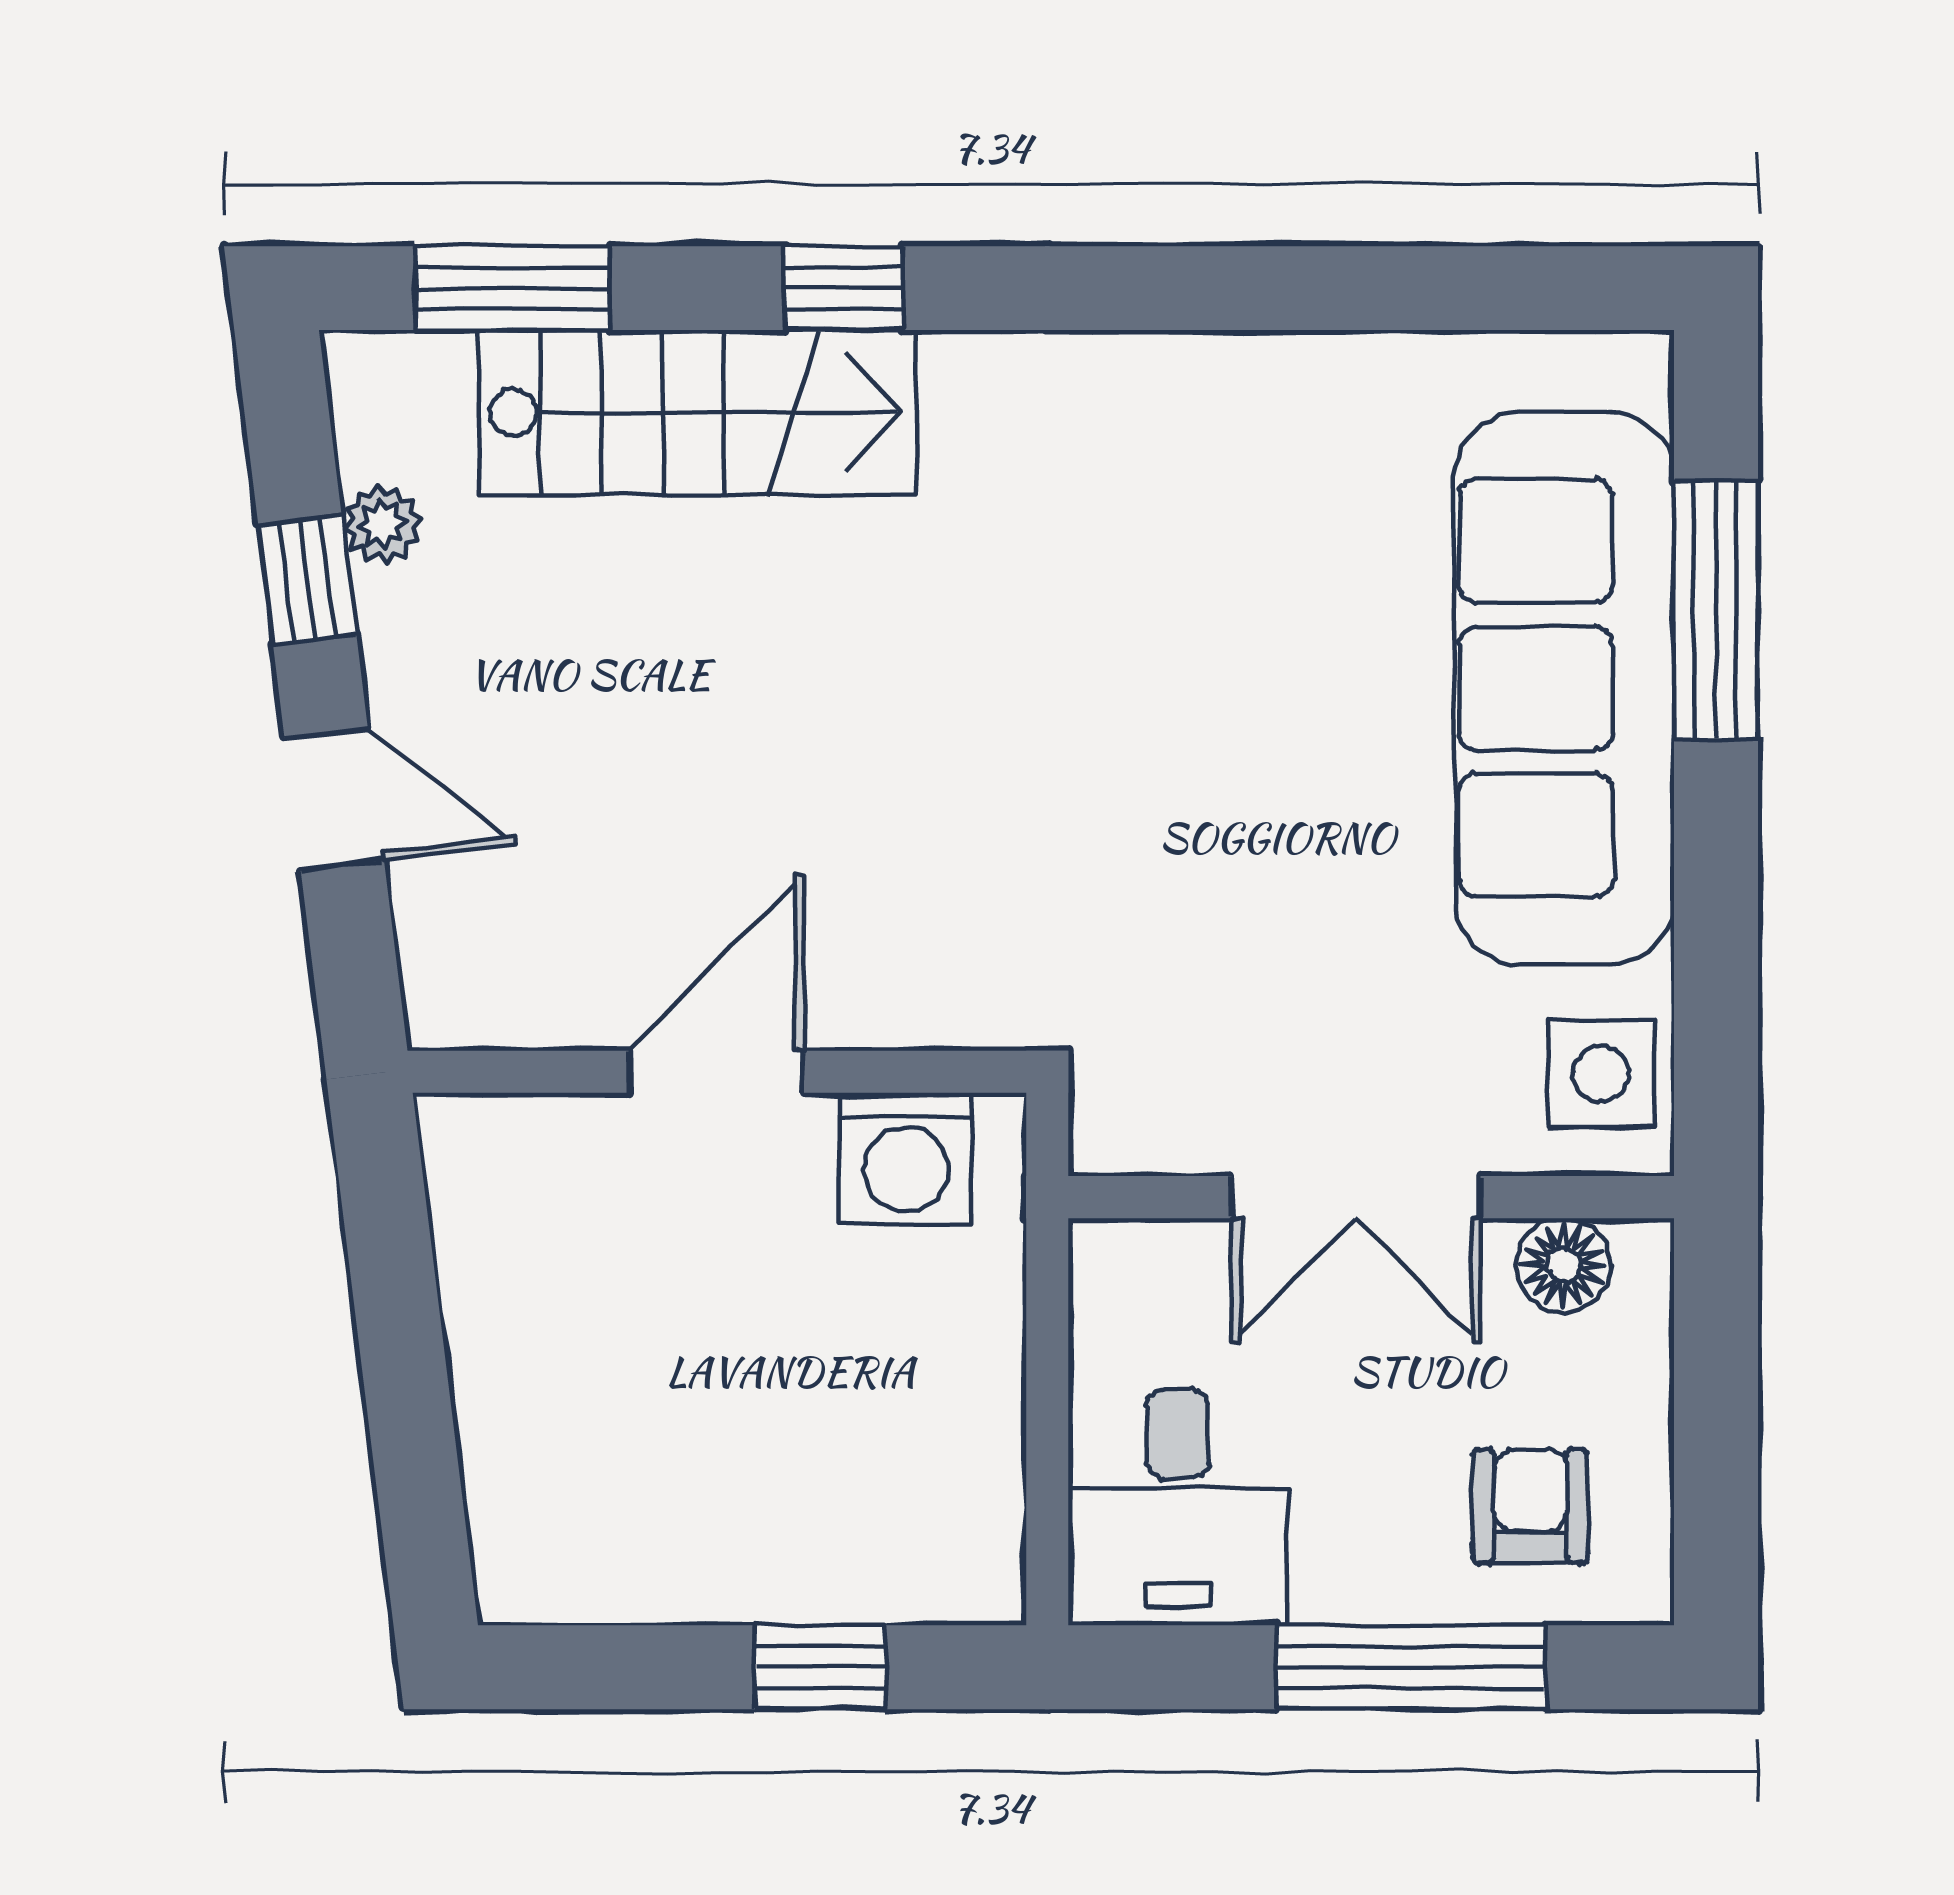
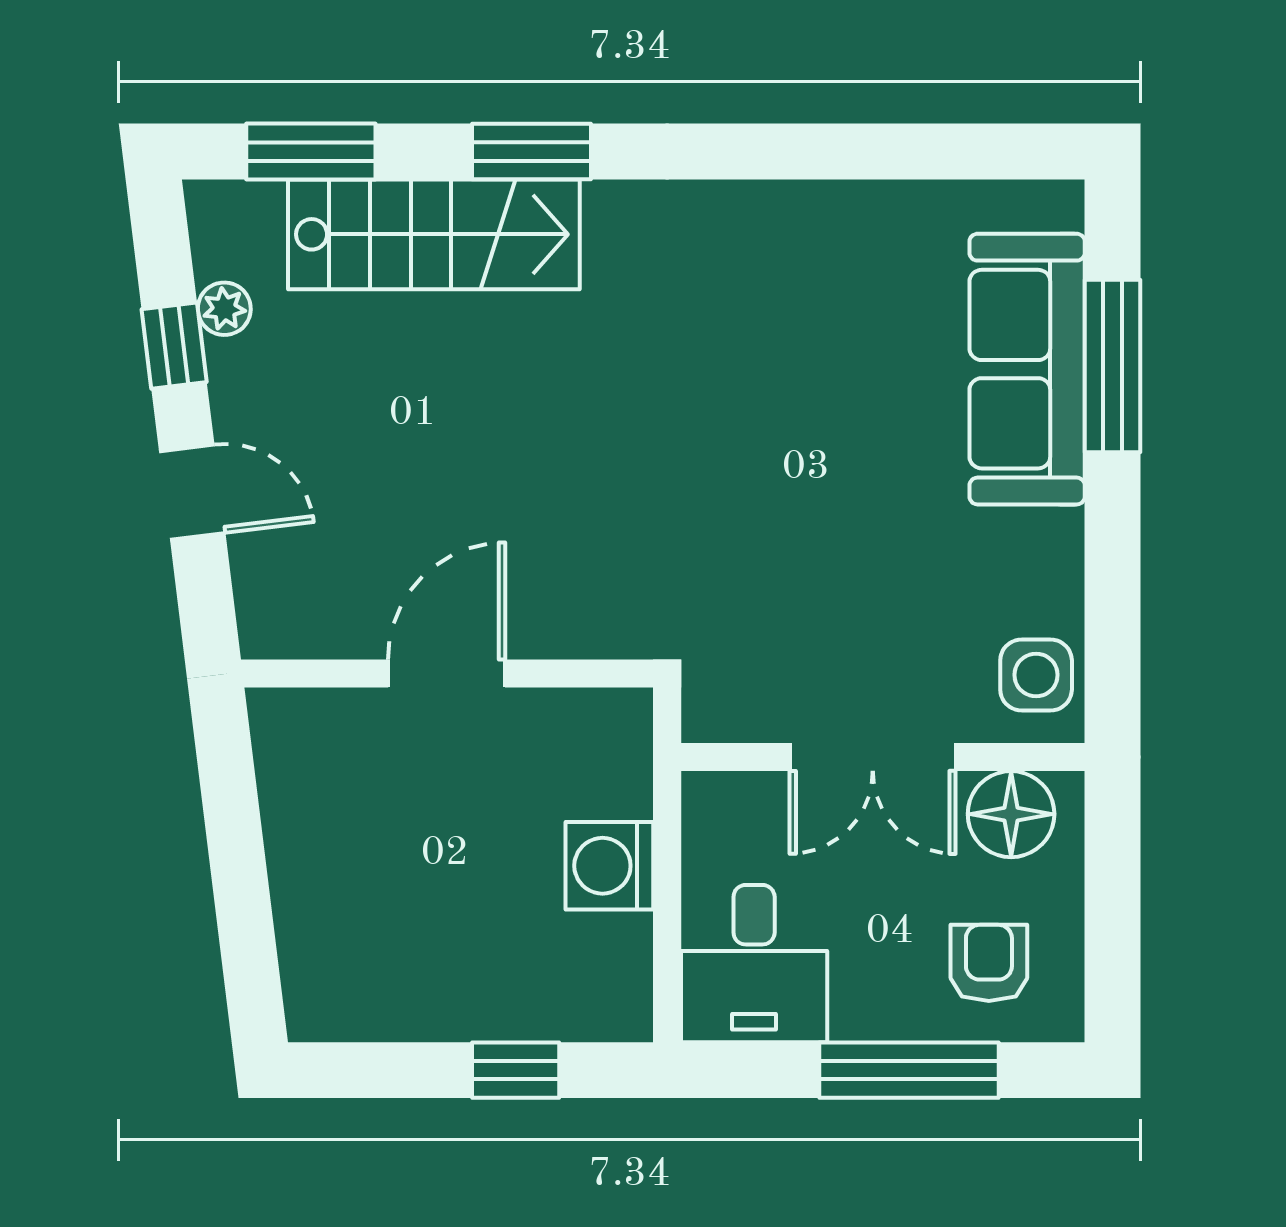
window: (844, 288) -> (532, 152), width x1.50
sofa: (1564, 688) -> (1027, 369), width x0.74, depth x0.79
washing machine: (906, 1158) -> (609, 866), moved, turned 90
floor lamp: (1564, 1265) -> (1011, 814), width x1.38, depth x1.38

